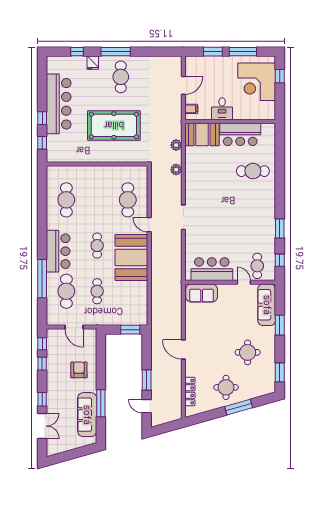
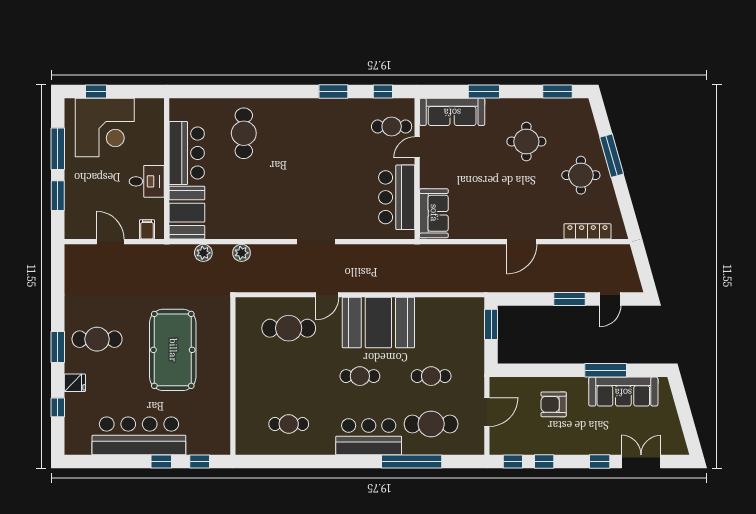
window: (116, 52) -> (58, 347), width x0.69
cafe table: (66, 200) -> (289, 424), width x0.73, depth x0.74

